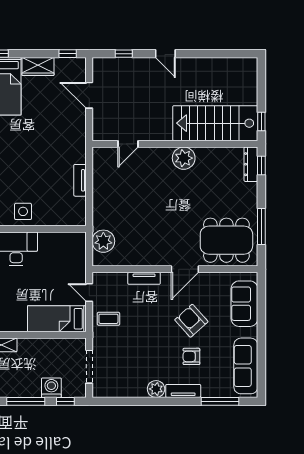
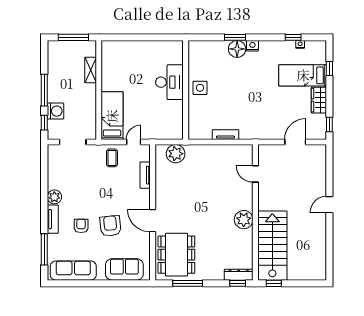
window: (124, 54) -> (329, 170), removed
tv unit: (144, 278) -> (145, 175), moved
armchair: (191, 321) -> (110, 226), turned -54

